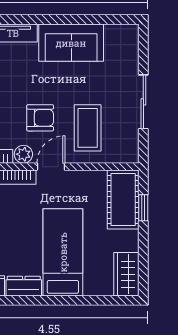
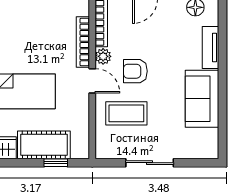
armchair: (40, 118) -> (135, 71), turned 90
cot: (123, 199) -> (44, 145), moved

